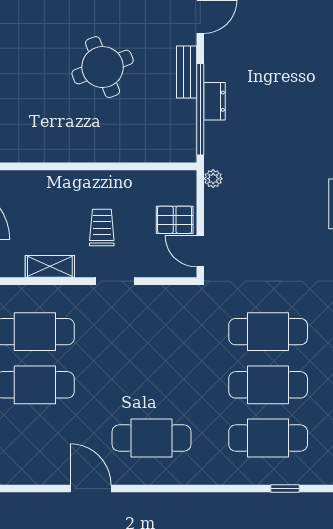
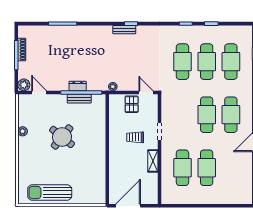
round table: (103, 67) -> (62, 137), turned -30
bench: (187, 72) -> (79, 99), moved
door: (200, 251) -> (146, 92), swing flipped
cafe table: (151, 385) -> (207, 115), added

